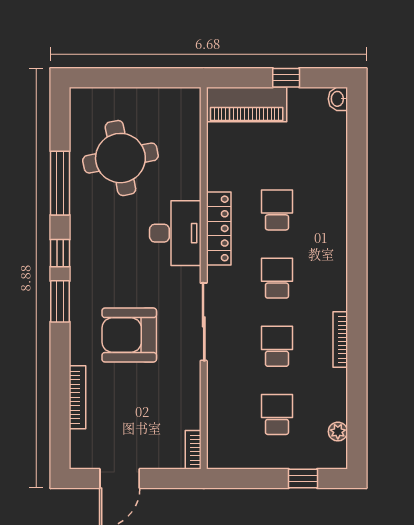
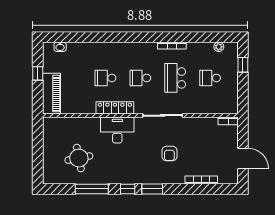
washbasin: (338, 99) -> (60, 47), moved
round table: (120, 158) -> (79, 158), width x0.73, depth x0.73
armchair: (129, 335) -> (169, 154), width x0.53, depth x0.53
school desk: (277, 346) -> (175, 78), width x1.85

